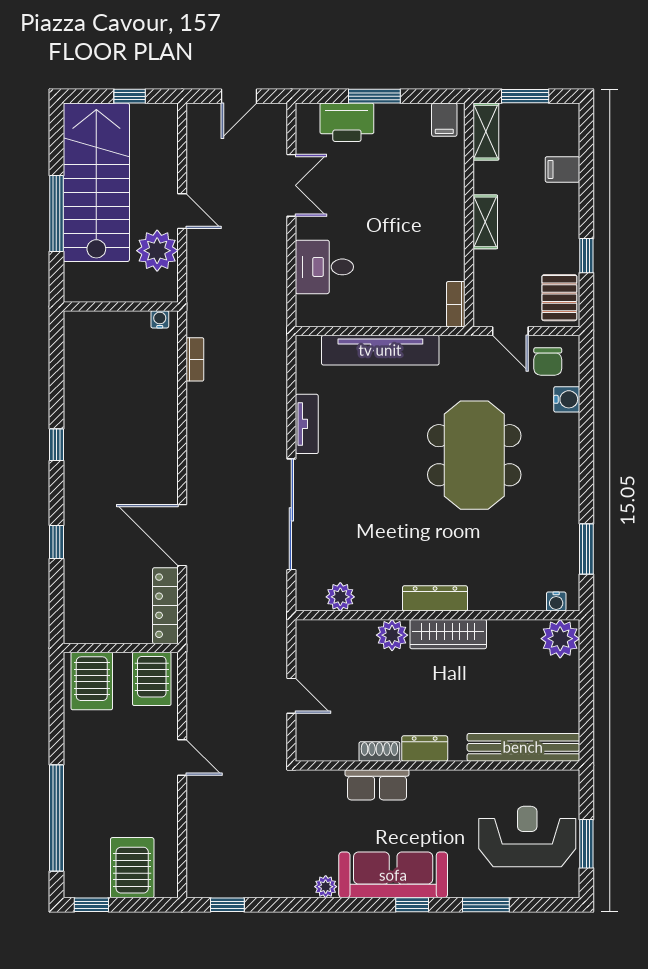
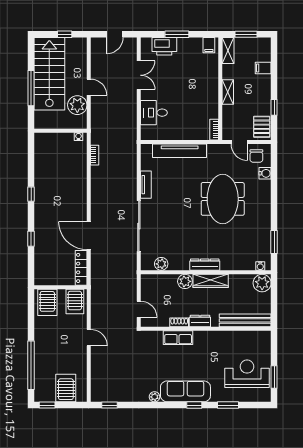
bench: (523, 747) -> (245, 320), moved
dresser: (425, 749) -> (200, 321), moved
shoe rack: (379, 751) -> (179, 322), moved
wall: (438, 765) -> (206, 329), moved
row of seats: (377, 785) -> (178, 338), moved

